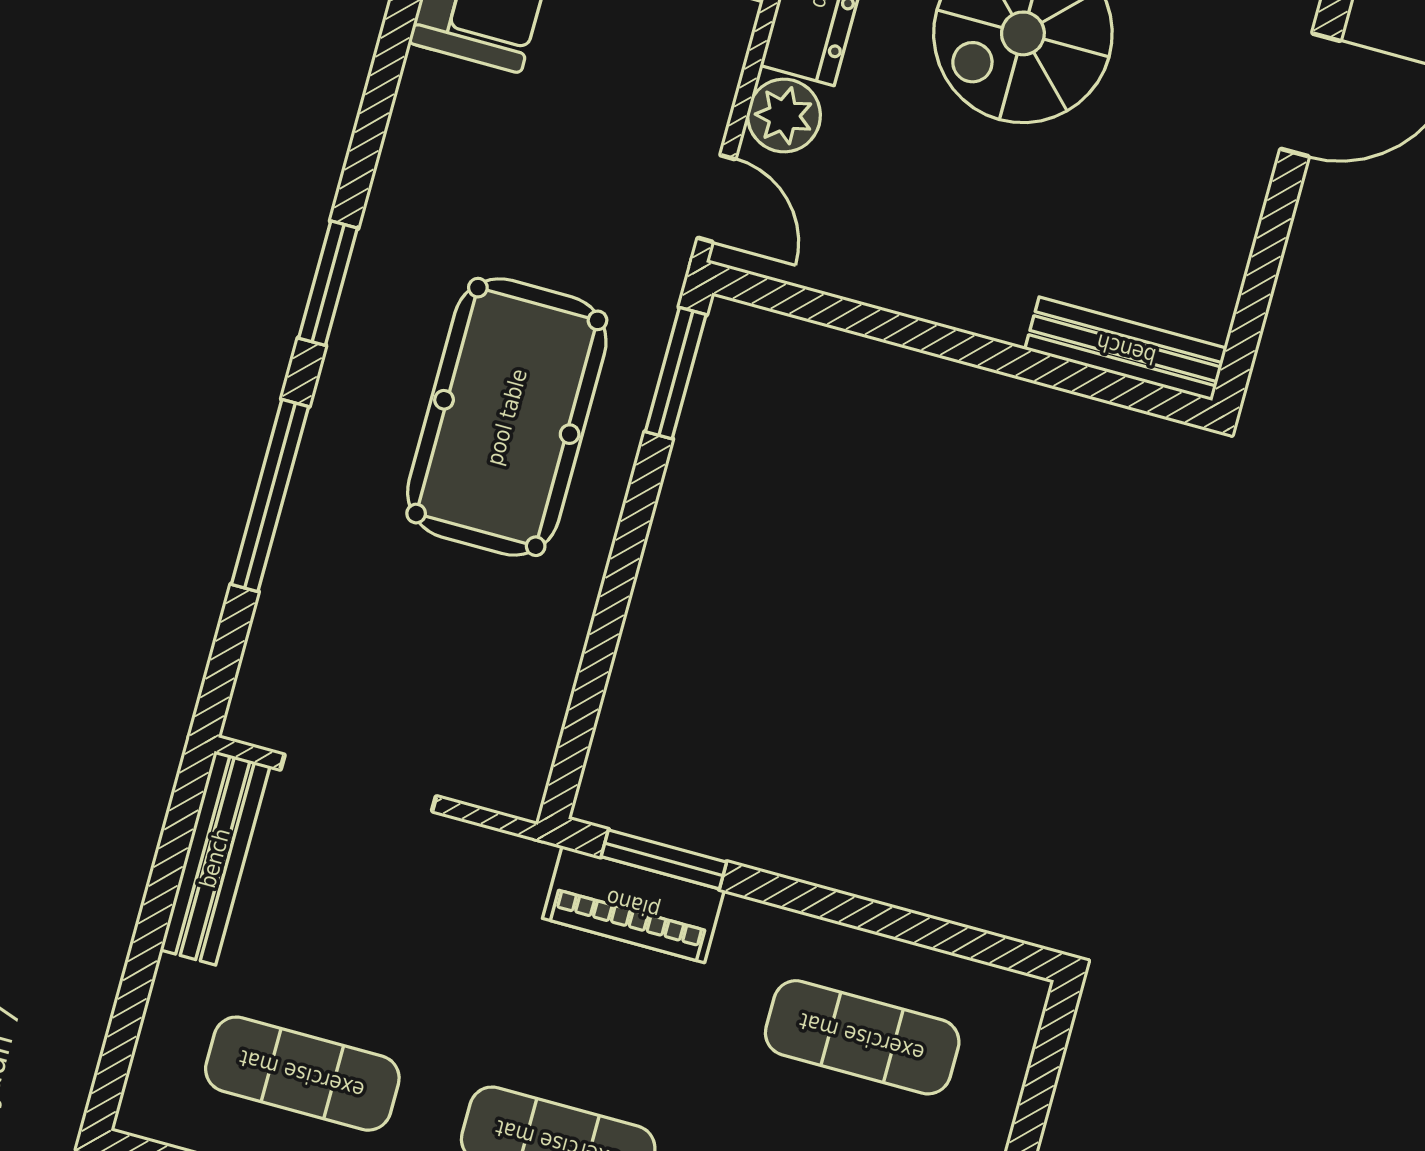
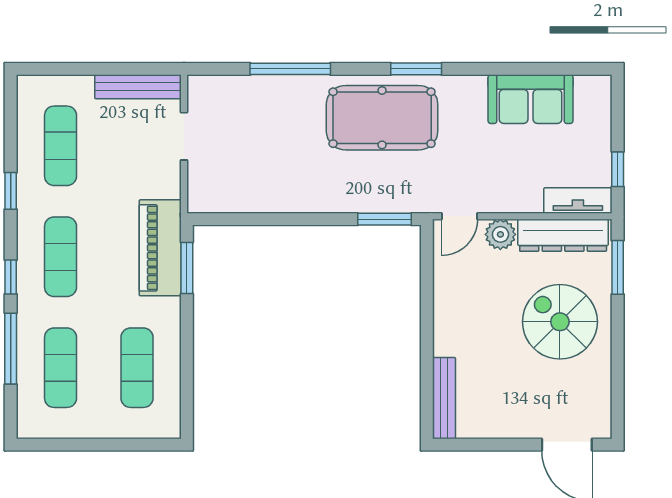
window: (328, 283) -> (416, 69), moved
pool table: (507, 417) -> (382, 118), moved
doorway: (358, 783) -> (184, 136), width x0.73
piano: (633, 904) -> (160, 248), width x1.37, depth x1.33

